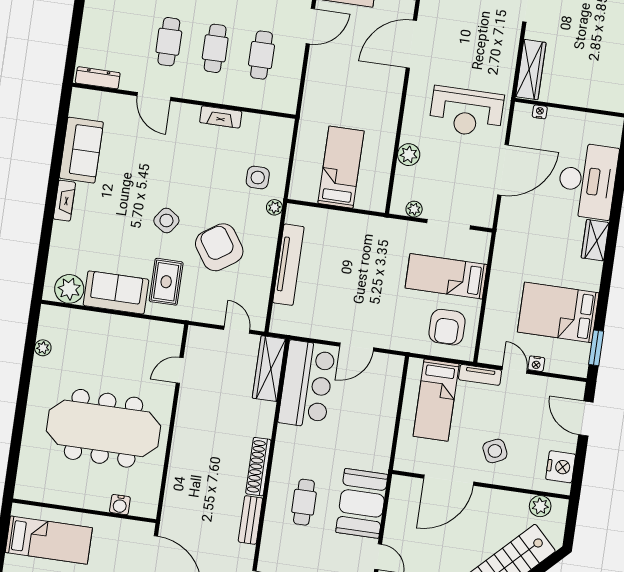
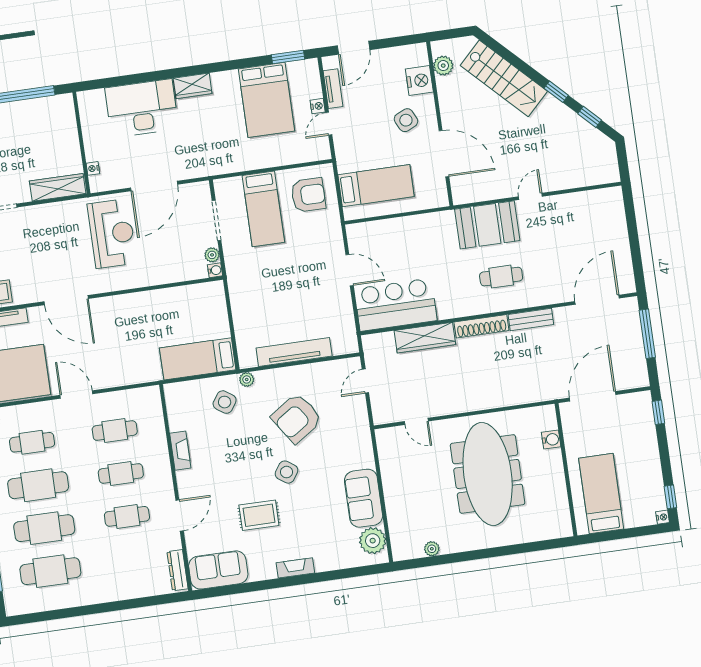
sofa: (81, 150) -> (218, 570), moved
plant: (409, 155) -> (165, 274), removed
bed: (341, 167) -> (198, 359), moved
door: (503, 170) -> (154, 186), swing flipped
side table: (258, 178) -> (225, 402), turned 34
water cooler: (397, 208) -> (215, 270), added
rug: (166, 282) -> (259, 515), moved
wardrobe: (269, 369) -> (425, 338), moved
tv unit: (480, 375) -> (333, 89), moved
nightstand: (561, 467) -> (419, 81), moved, turned 90

